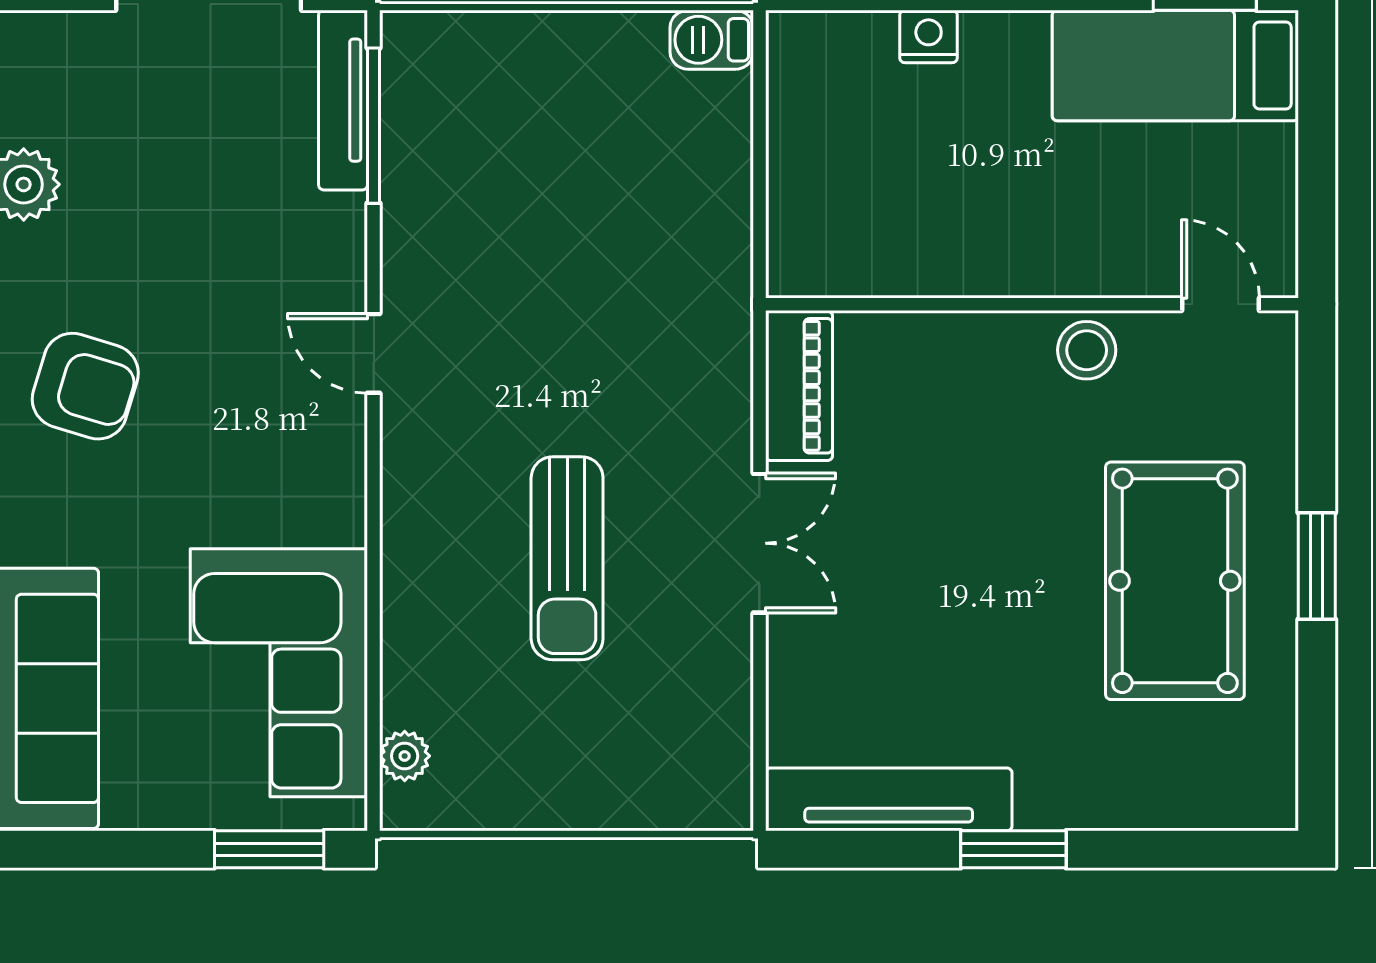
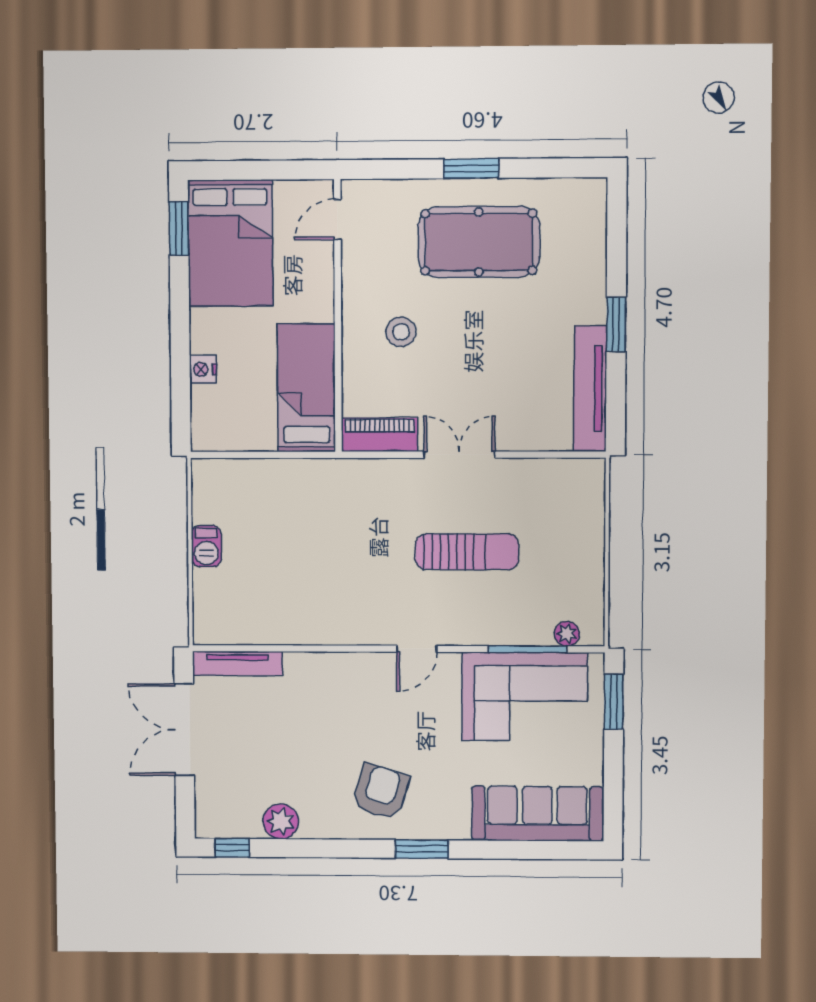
barbecue: (712, 40) -> (206, 546), moved
bed: (1175, 66) -> (230, 243), width x1.50
window: (374, 126) -> (527, 649), moved
bed: (892, 241) -> (306, 388), added
stool: (1087, 350) -> (401, 332), moved
door: (374, 353) -> (417, 649), moved

